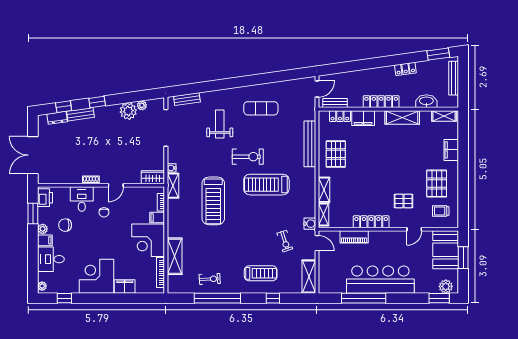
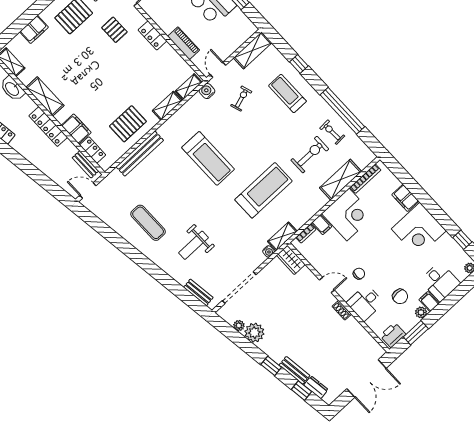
exercise bike: (248, 157) -> (310, 155), moved, turned 90
locker: (371, 222) -> (152, 35), width x0.66

